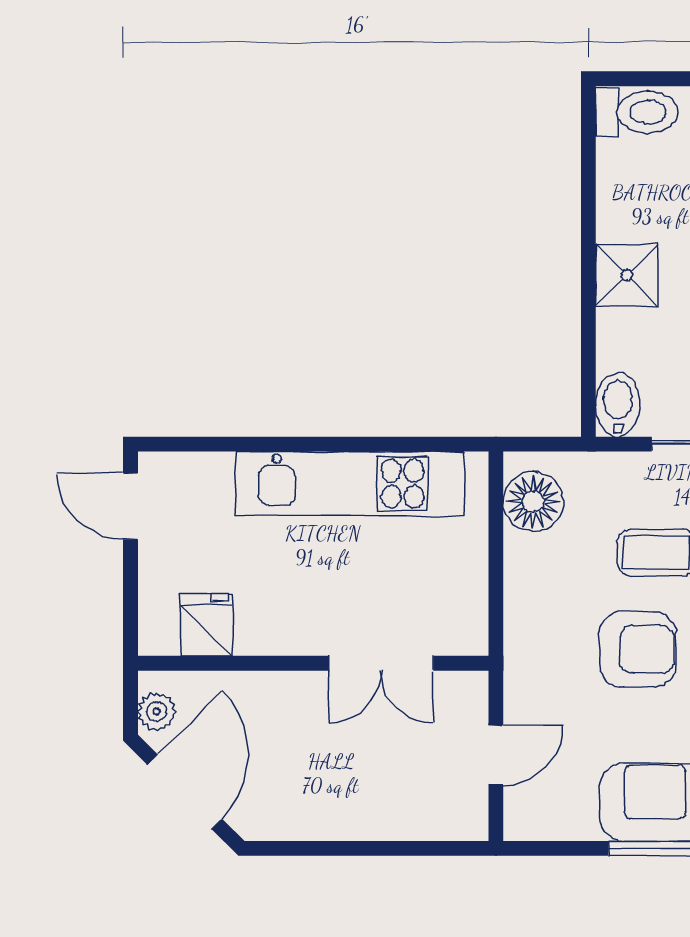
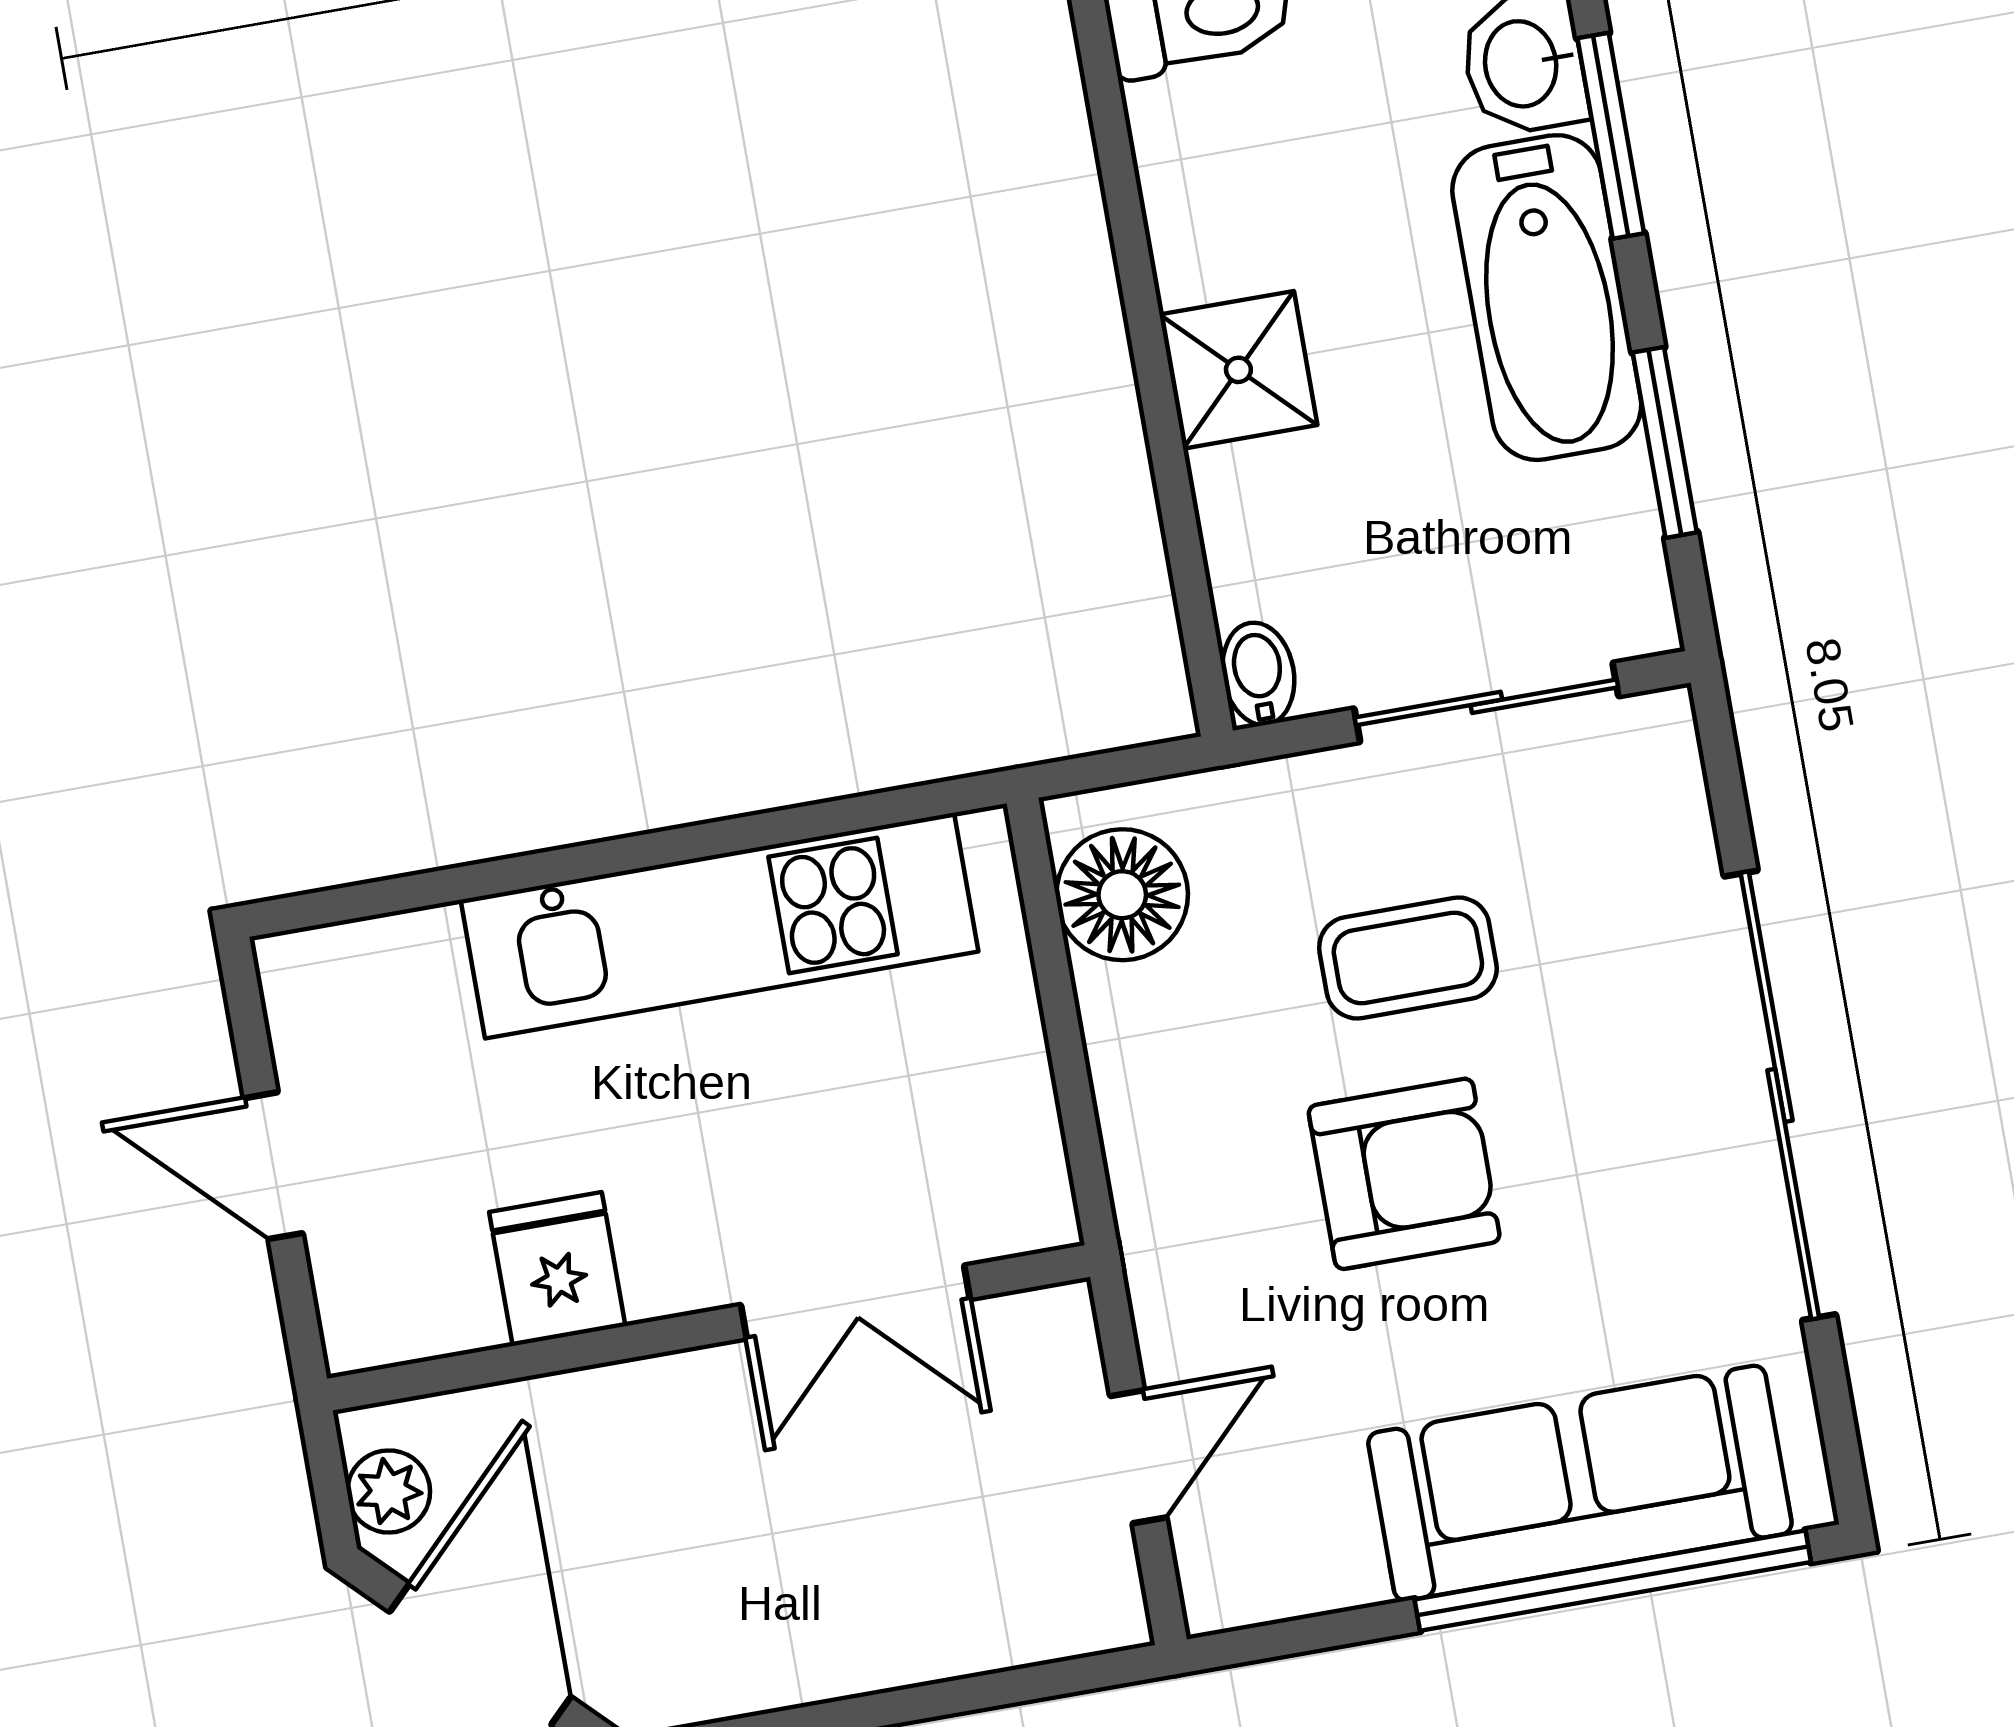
bidet: (618, 405) -> (1258, 674), width x0.72, depth x0.74
door: (131, 506) -> (273, 1166), moved
fridge: (207, 625) -> (557, 1269), moved

